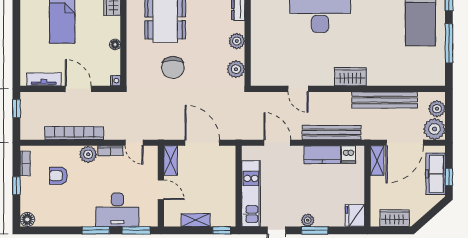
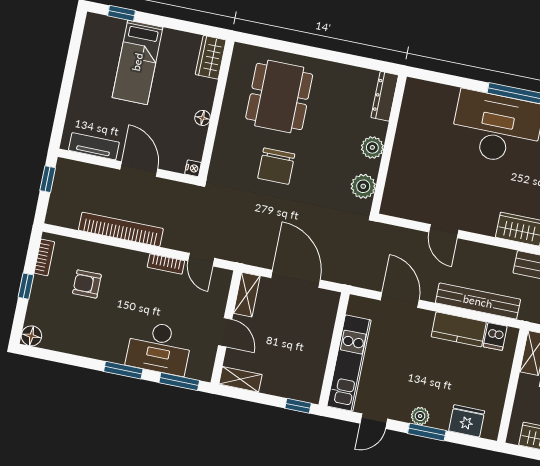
plant: (88, 154) -> (134, 263), removed
fridge: (355, 215) -> (467, 421), moved, turned 90
shelving: (196, 220) -> (240, 379), moved

